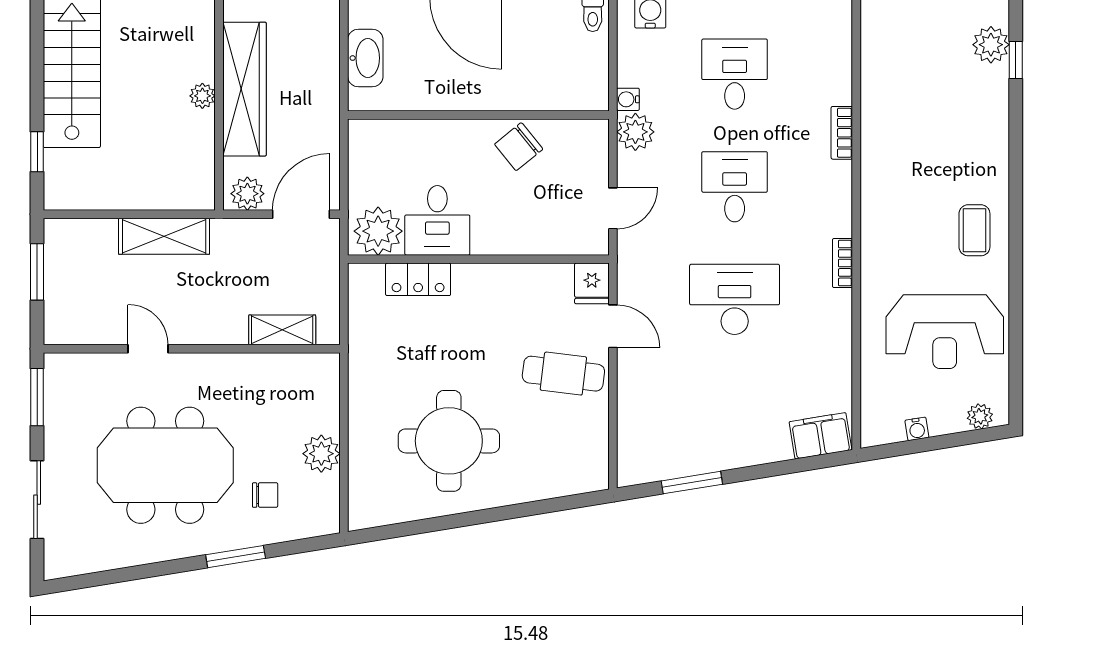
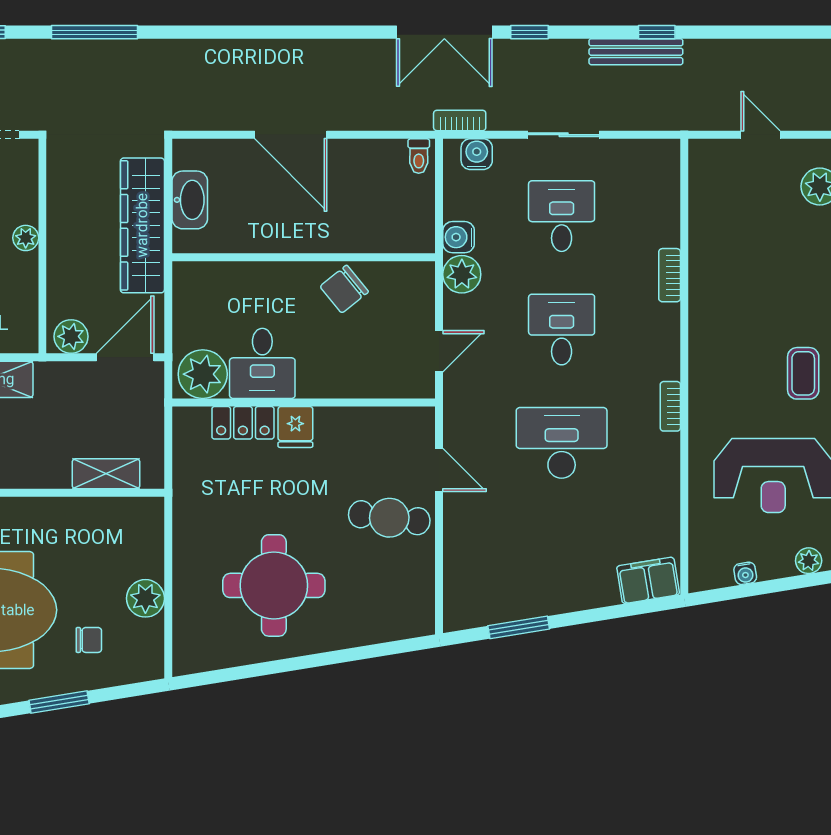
wardrobe: (245, 89) -> (142, 225), moved, turned 180
water cooler: (628, 99) -> (459, 237), width x1.38, depth x1.38
fridge: (592, 283) -> (295, 427), moved

